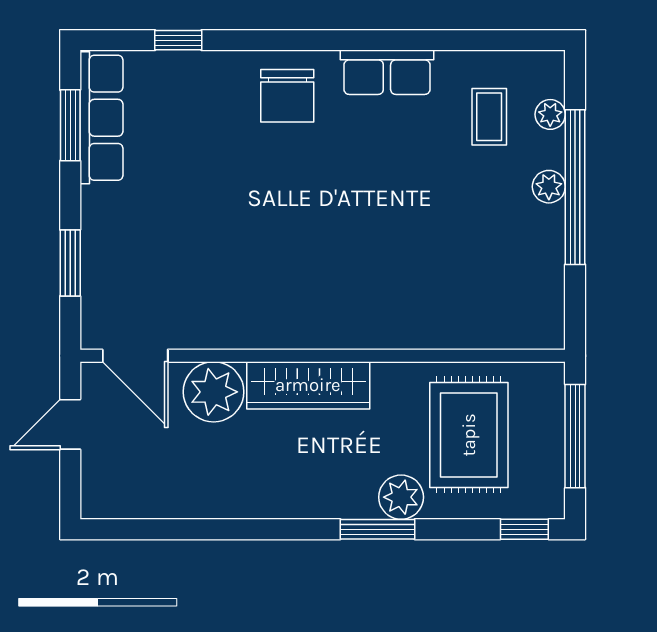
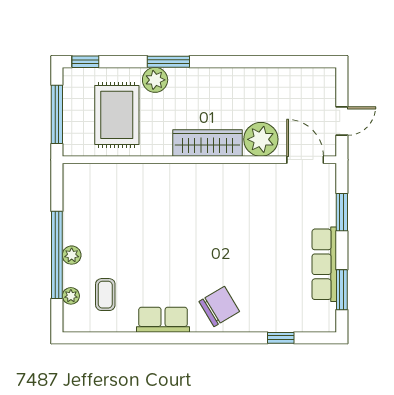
chair: (287, 96) -> (219, 306), turned 59
row of seats: (101, 118) -> (324, 264), moved

